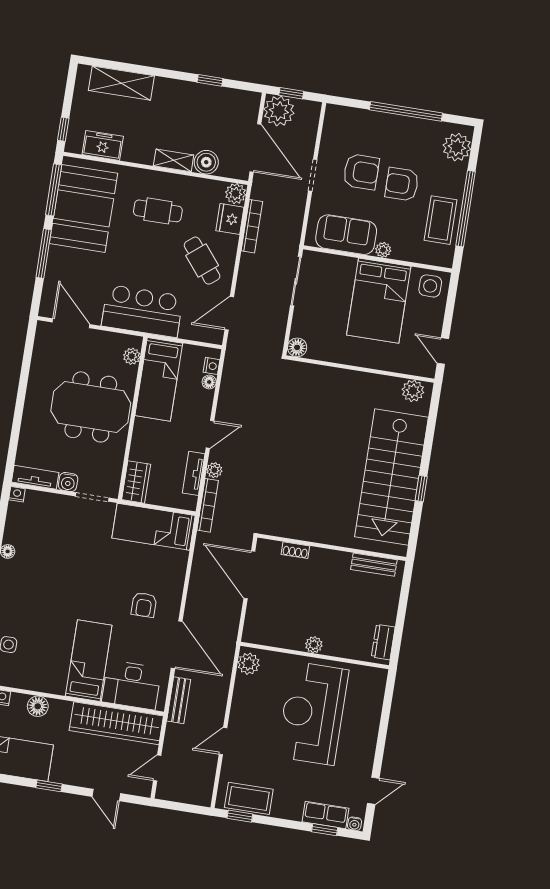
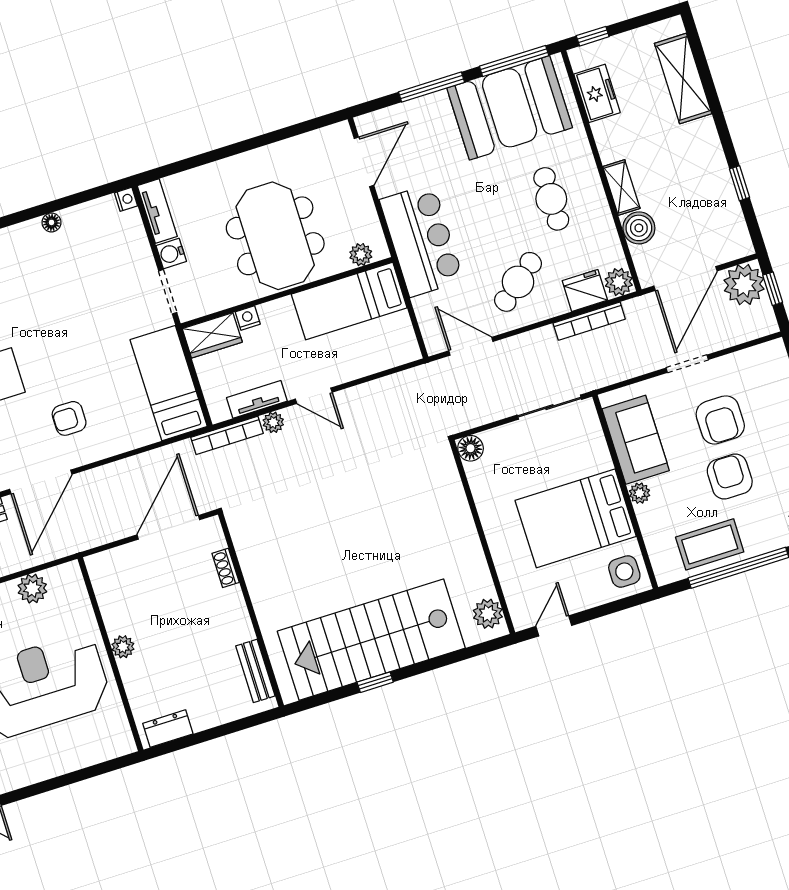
nightstand: (212, 366) -> (248, 318), moved, turned 180
floor lamp: (209, 382) -> (376, 363), removed
plant: (249, 664) -> (32, 589), moved

